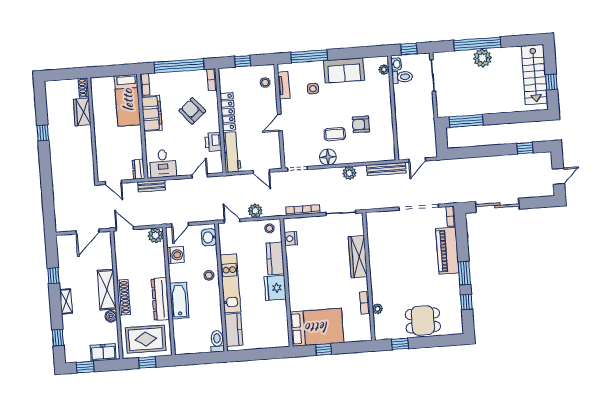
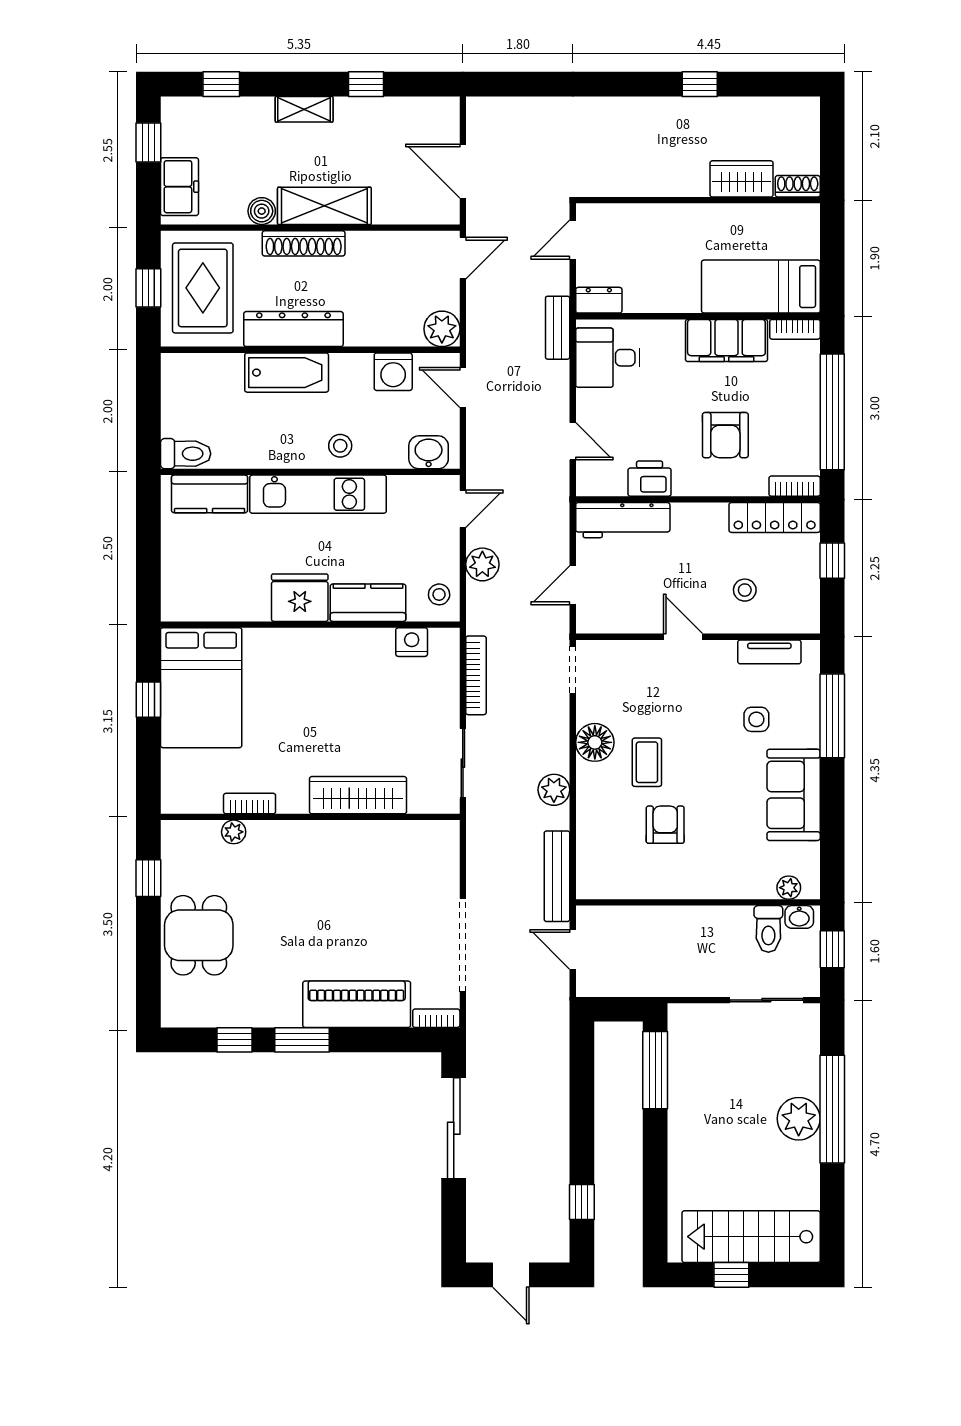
stool: (265, 83) -> (745, 590), moved
armchair: (192, 111) -> (725, 435), turned 130
locker: (228, 112) -> (775, 517), moved

